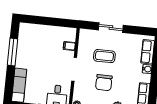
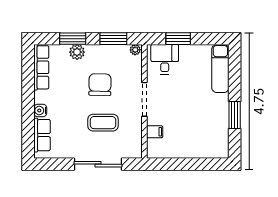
sliding door: (111, 28) -> (98, 164), width x1.37
window: (13, 52) -> (235, 115), width x0.69

